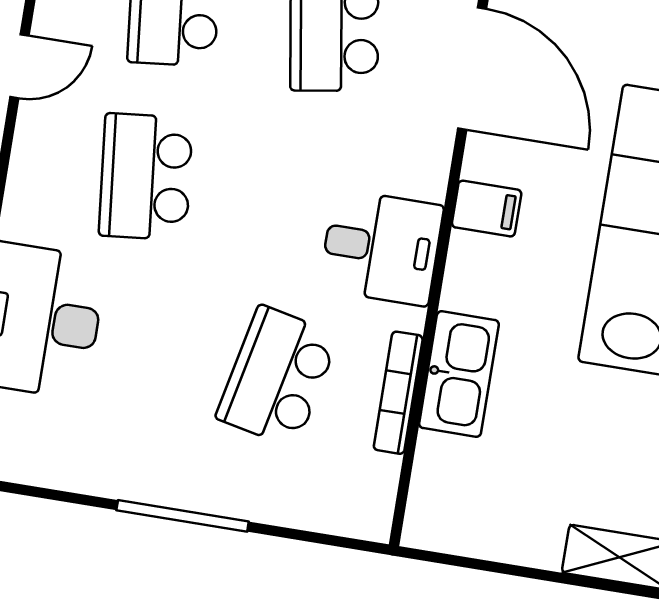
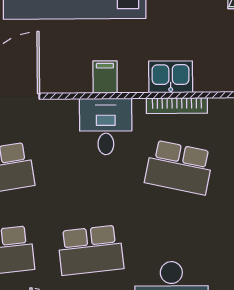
filing cabinet: (487, 209) -> (105, 77), moved
kitchen sink: (459, 374) -> (171, 77), width x0.73

